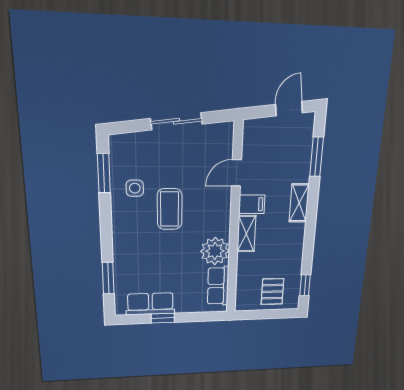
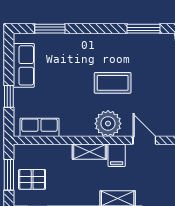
side table: (135, 188) -> (131, 54), removed
plant: (215, 251) -> (108, 124), moved
window: (266, 314) -> (9, 175), added
window: (163, 318) -> (9, 96), moved

